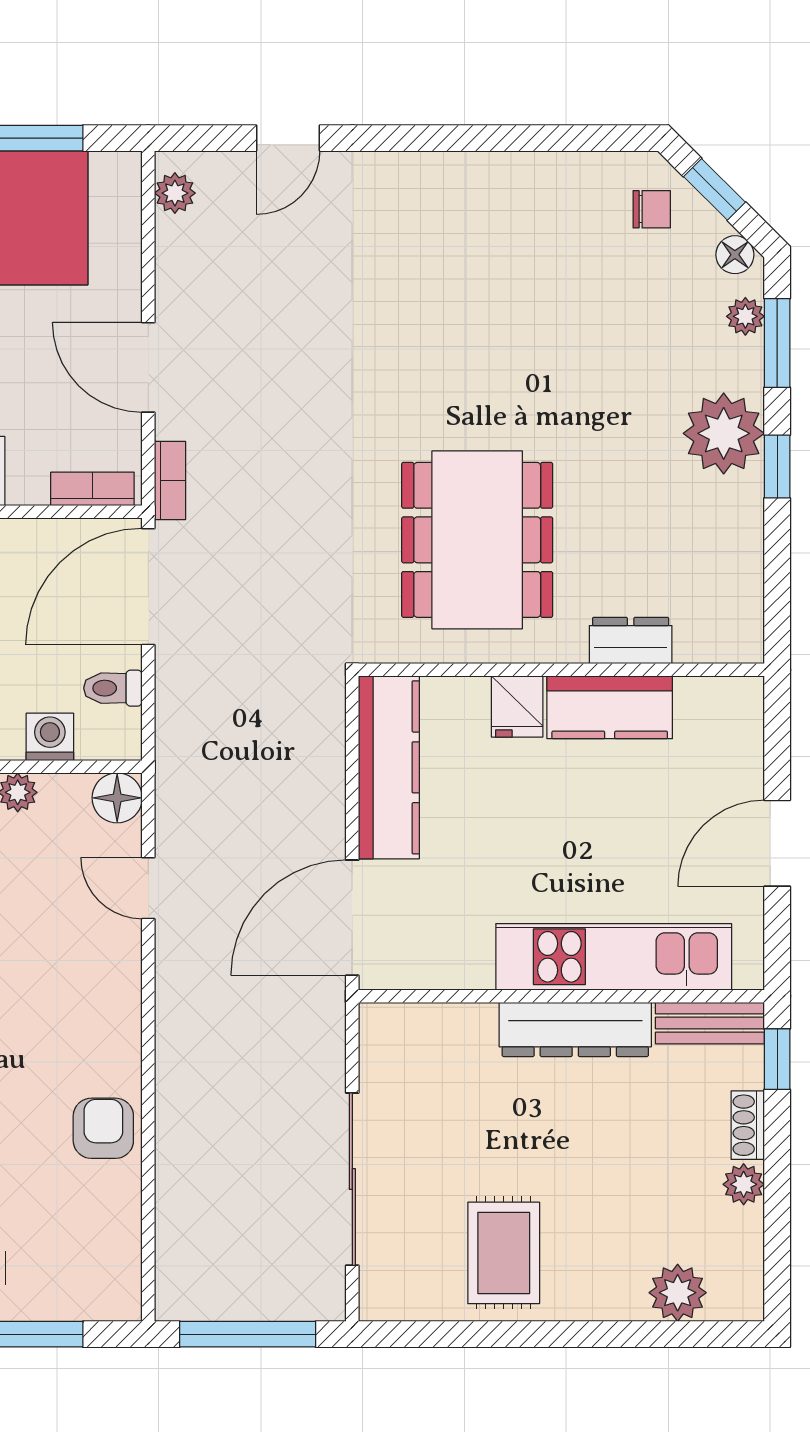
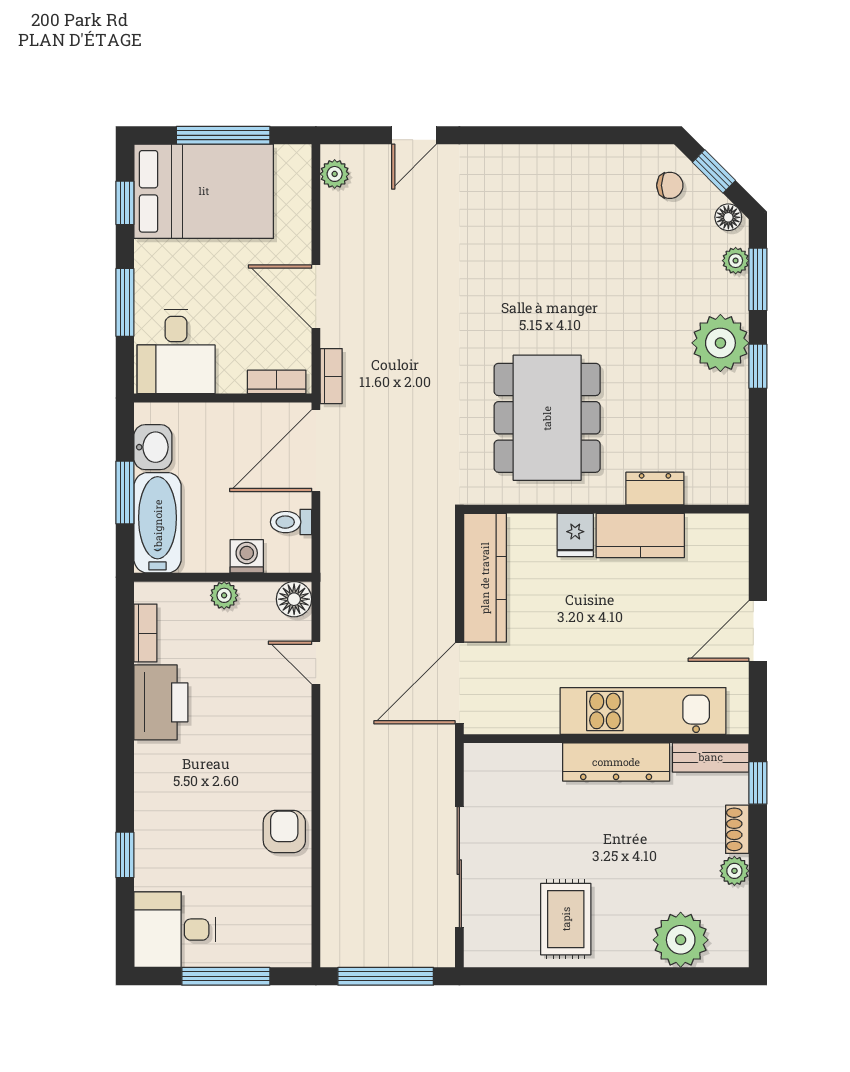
plant: (678, 1293) -> (681, 940), width x1.36, depth x1.36

